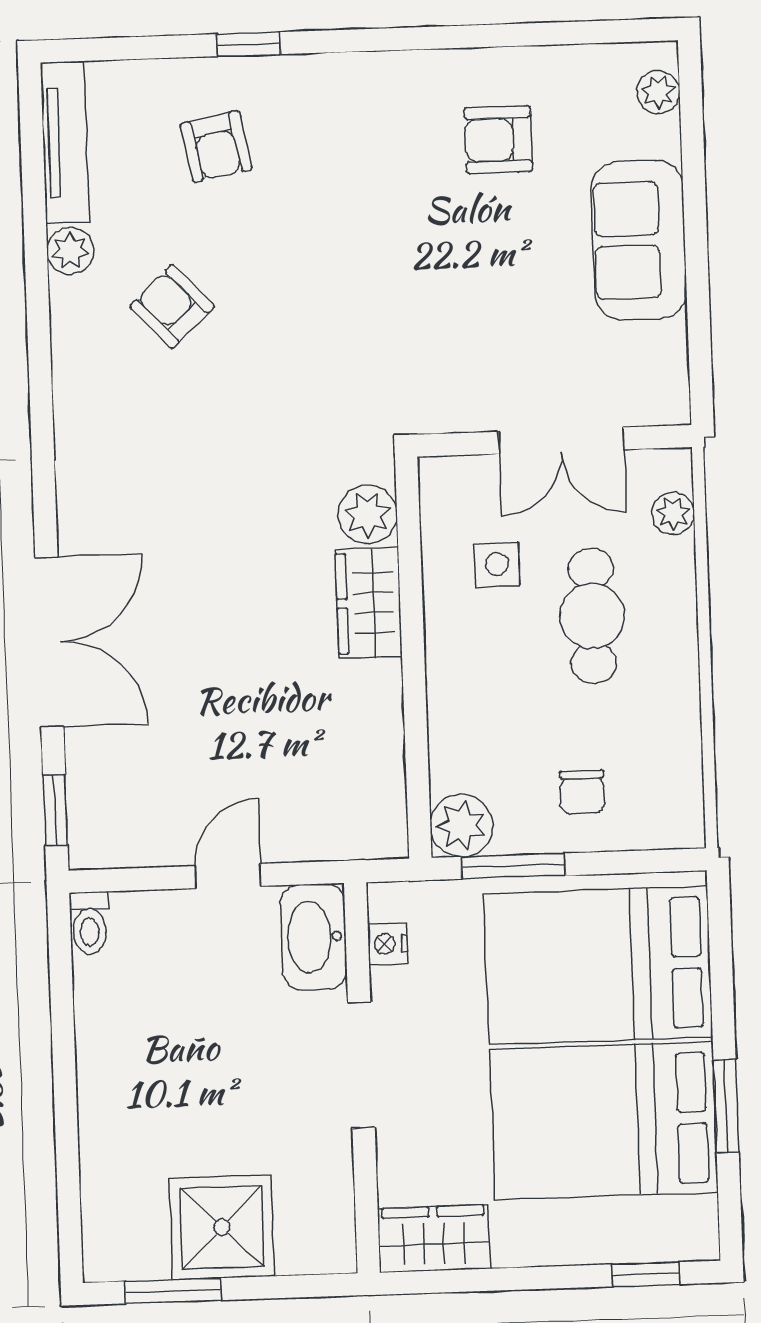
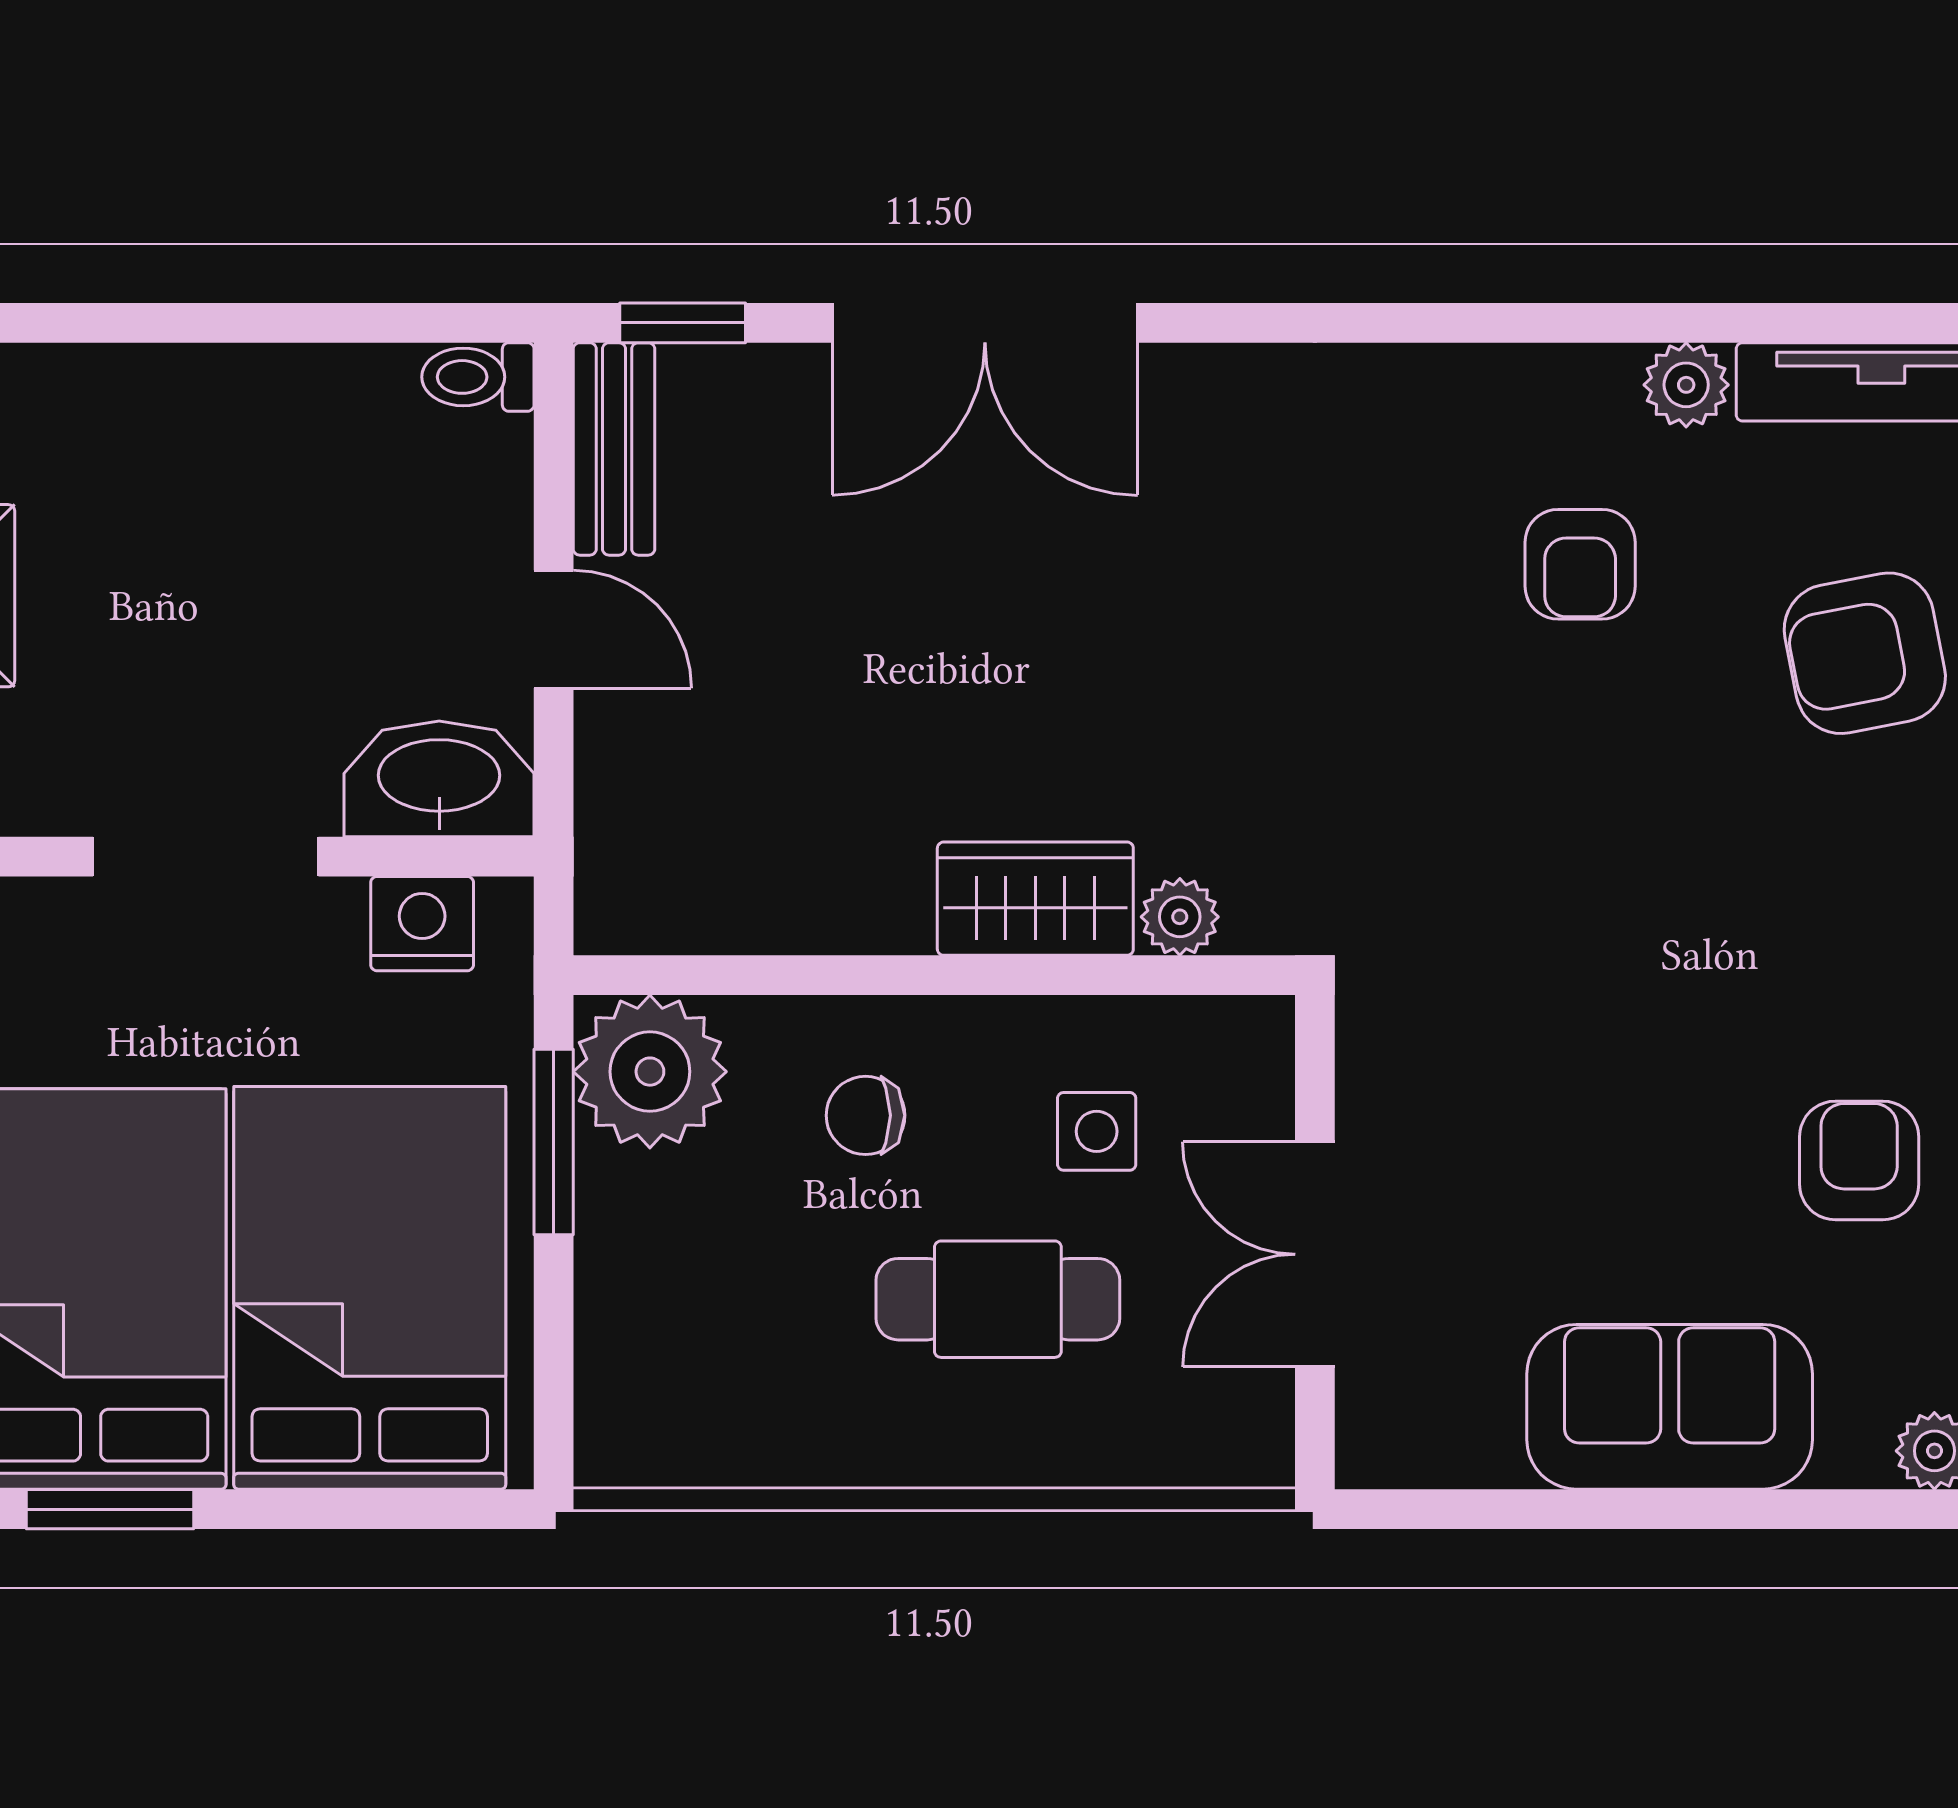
armchair: (216, 146) -> (1865, 653), width x1.38, depth x1.38
armchair: (172, 306) -> (1580, 564), turned 133
plant: (673, 513) -> (1177, 1451), removed
plant: (368, 514) -> (1180, 917), width x0.73, depth x0.73
chair: (582, 792) -> (866, 1115), moved
plant: (461, 826) -> (650, 1072), width x1.36, depth x1.36
bench: (127, 846) -> (614, 449), added
nightstand: (388, 944) -> (422, 924), width x1.39, depth x1.35

